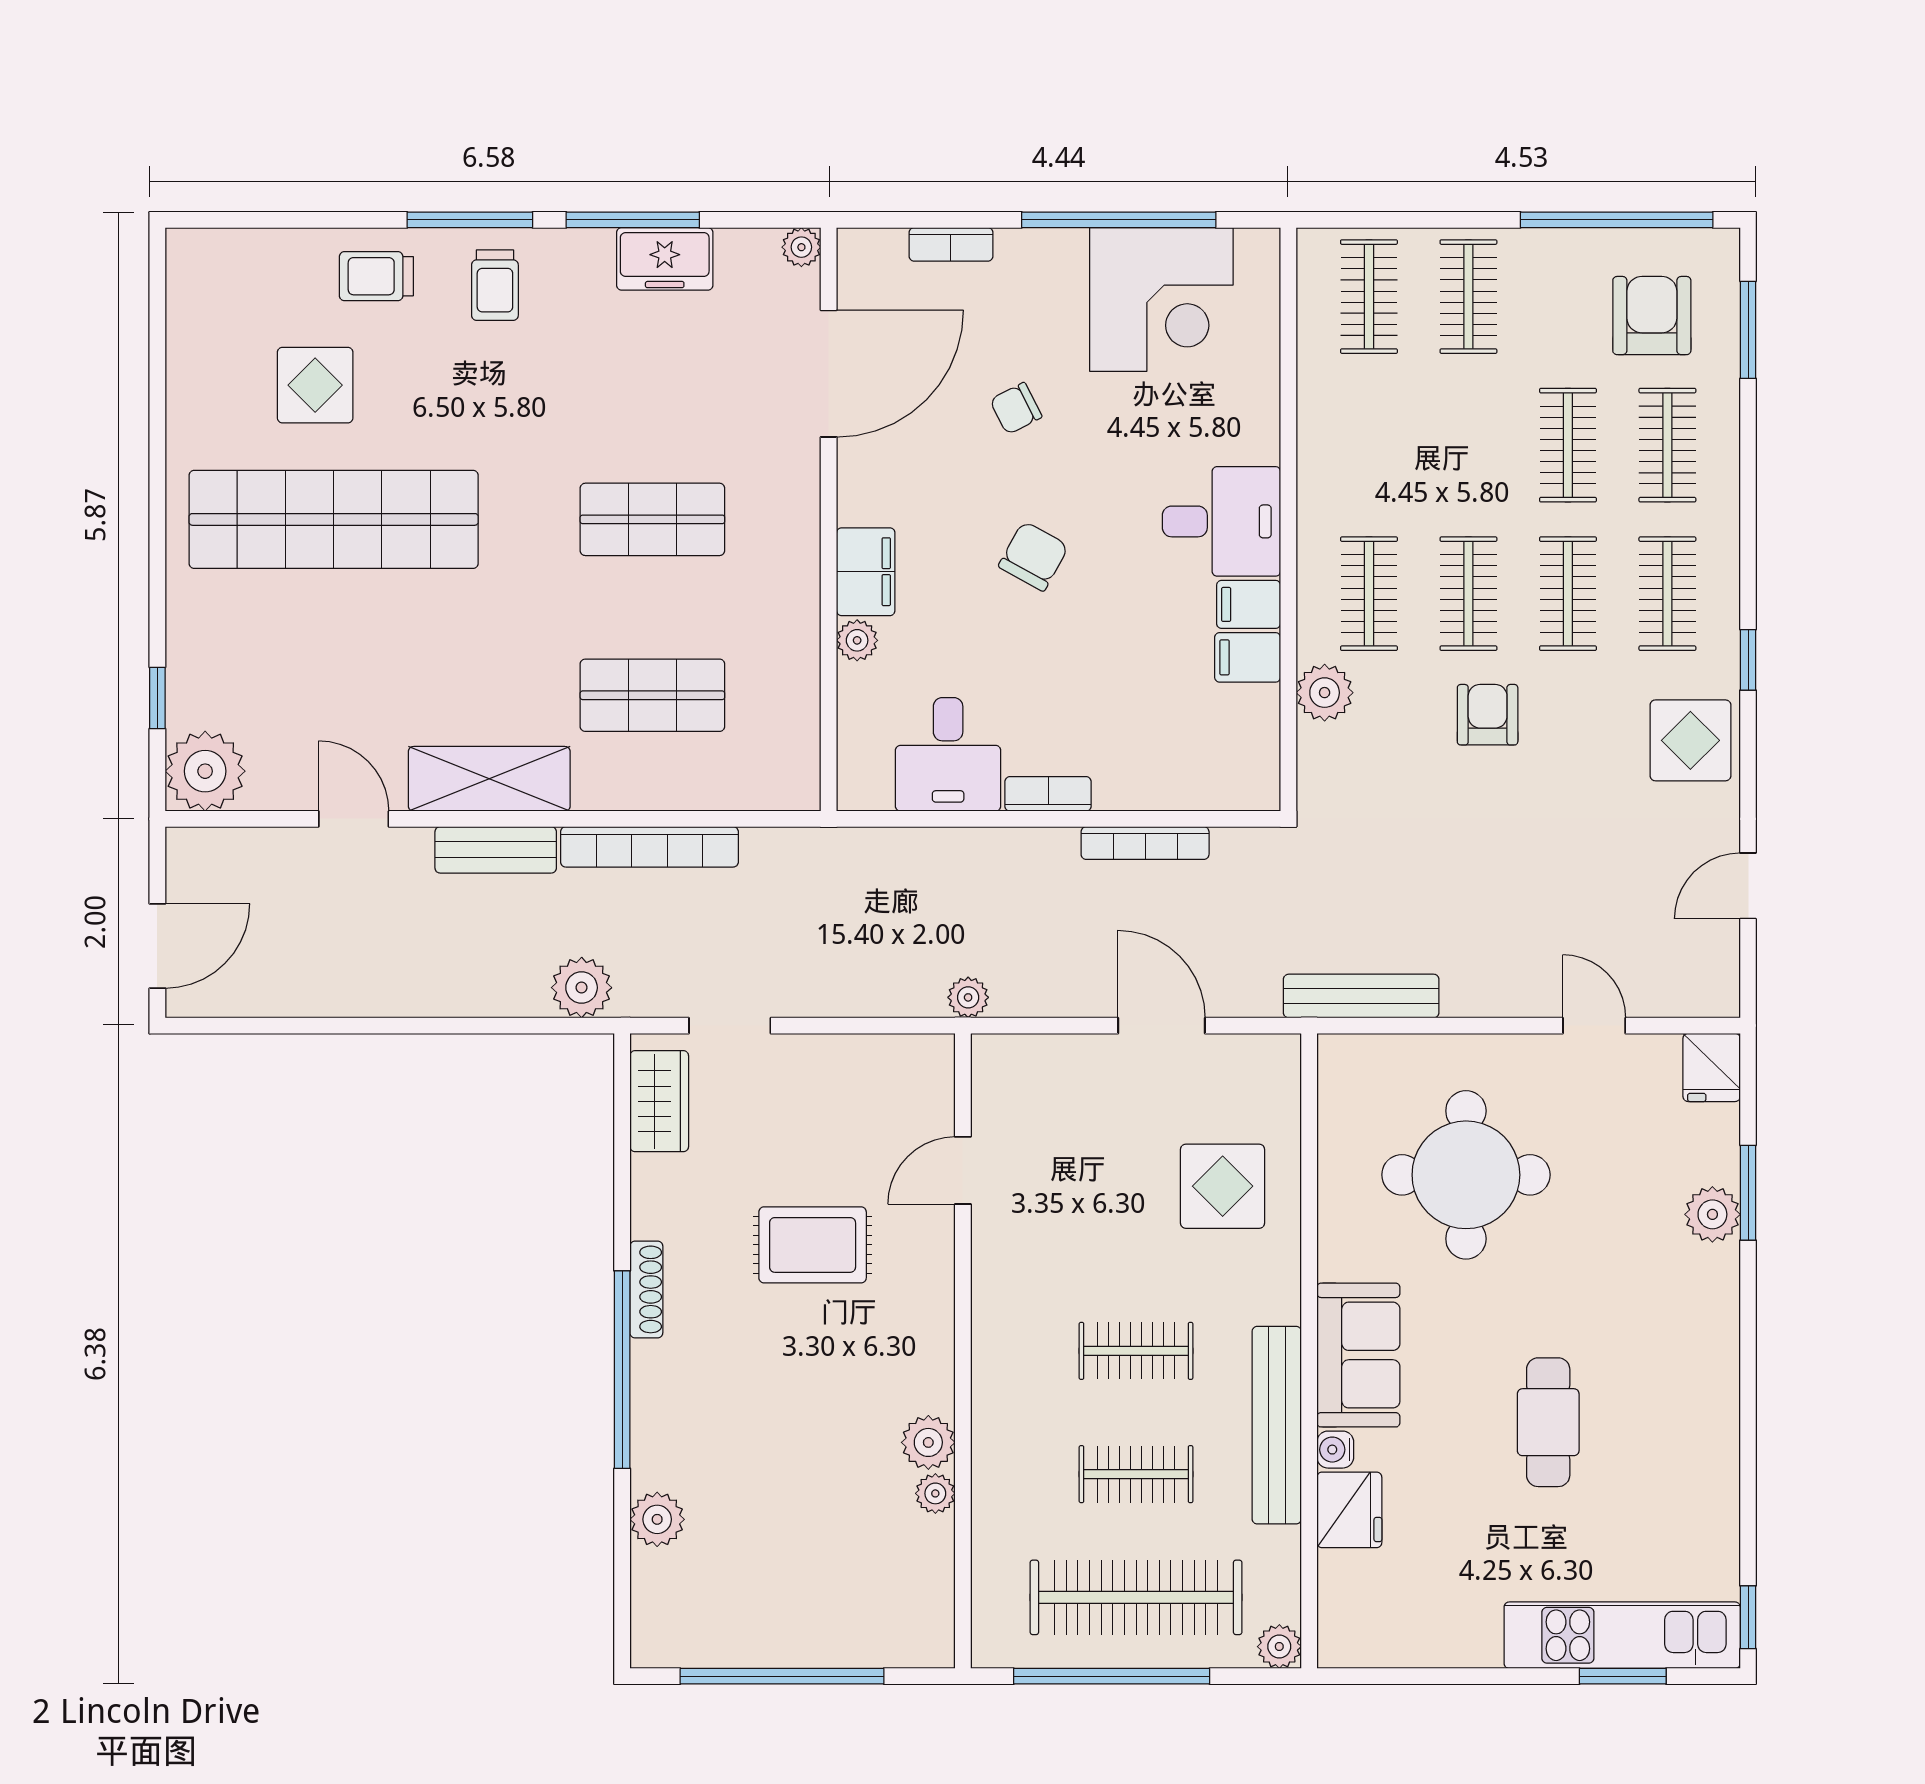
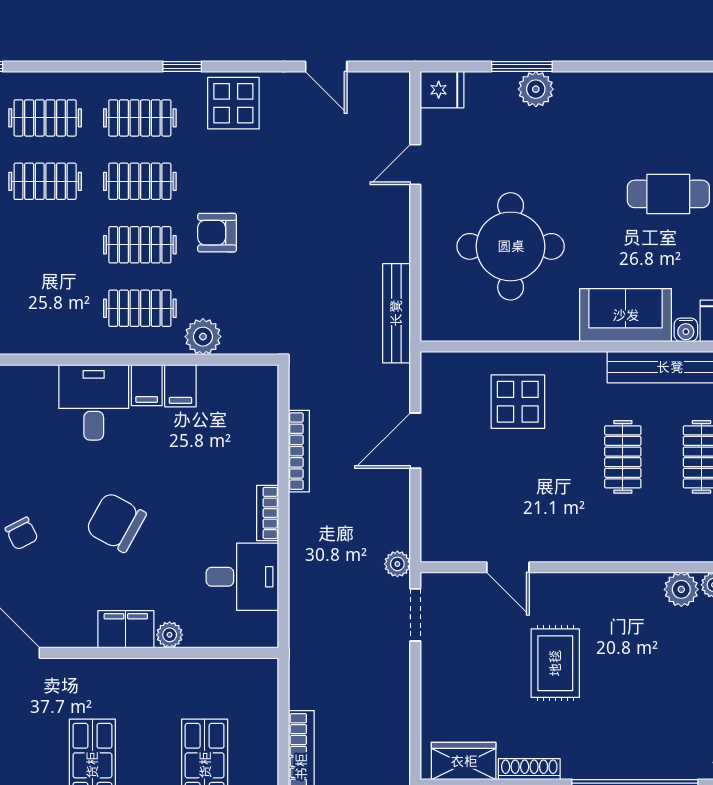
chair: (1034, 556) -> (116, 522), width x1.37, depth x1.37
doorway: (730, 1026) -> (415, 615), moved
shoe rack: (646, 1289) -> (529, 769), moved

